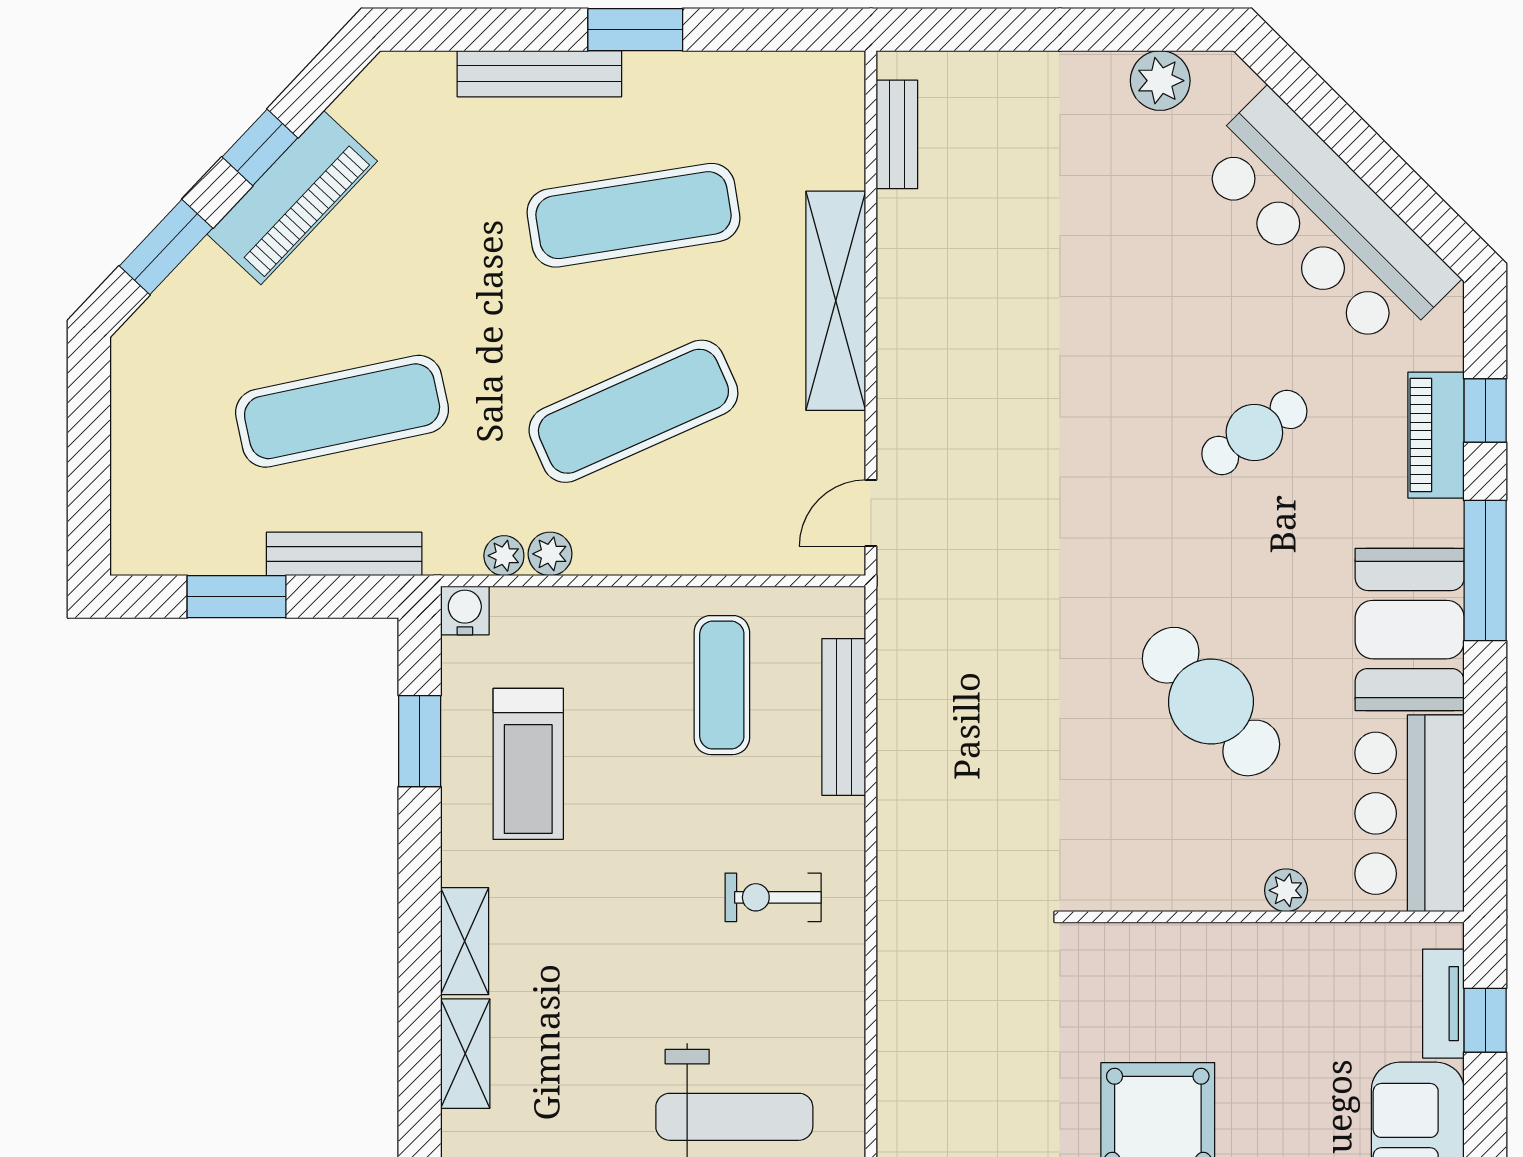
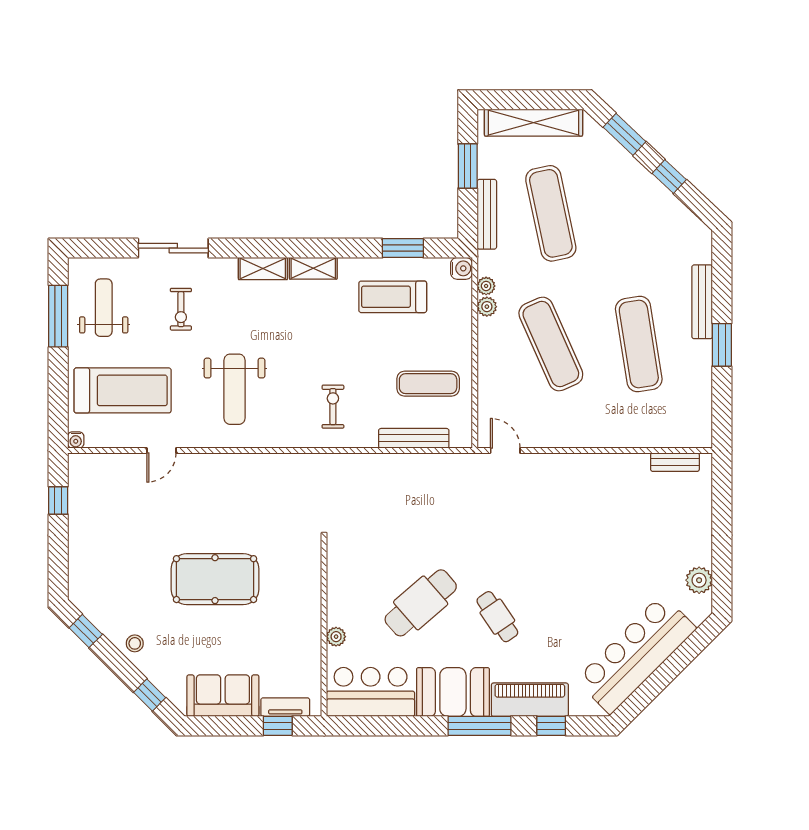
piano: (292, 198) -> (647, 191), removed
shelving: (836, 301) -> (533, 123), moved
cafe table: (1254, 432) -> (497, 617), moved
piano: (1436, 435) -> (530, 700), width x1.37, depth x1.33

